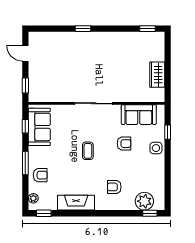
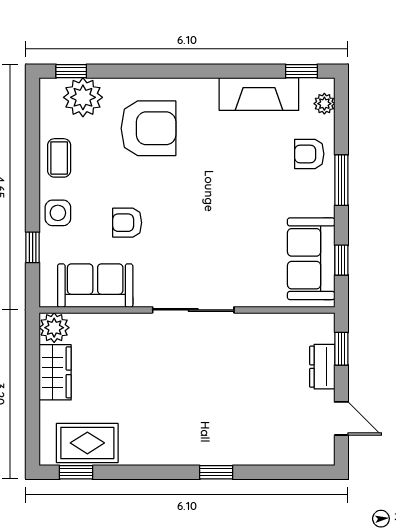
rug: (142, 42) -> (87, 443), added
dresser: (34, 77) -> (322, 367), added
plant: (158, 95) -> (54, 328), added
coffee table: (88, 151) -> (59, 158), moved
armchair: (114, 187) -> (148, 128), width x1.88, depth x1.88
fireplace: (76, 203) -> (259, 94), moved

